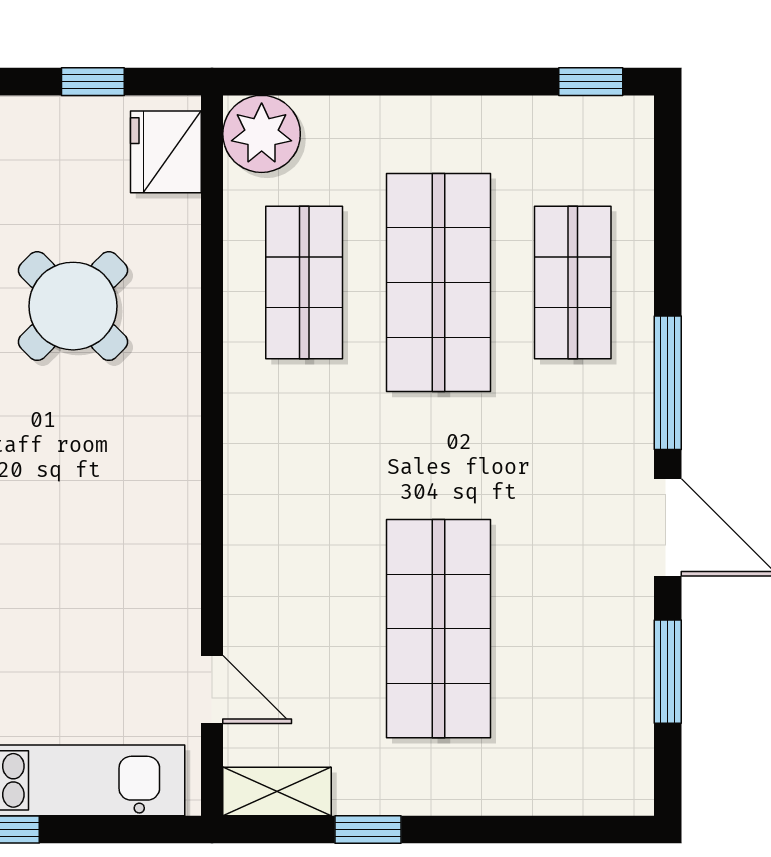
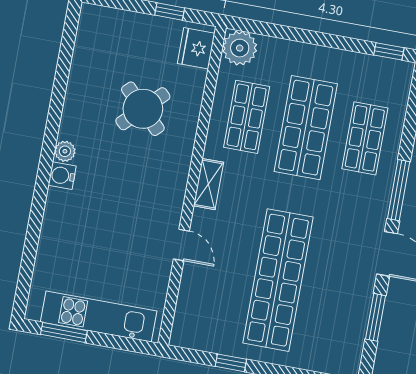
shop shelf: (438, 629) -> (278, 280), width x1.40
door: (212, 690) -> (181, 245), moved
shelving: (277, 791) -> (208, 184), moved, turned 90

